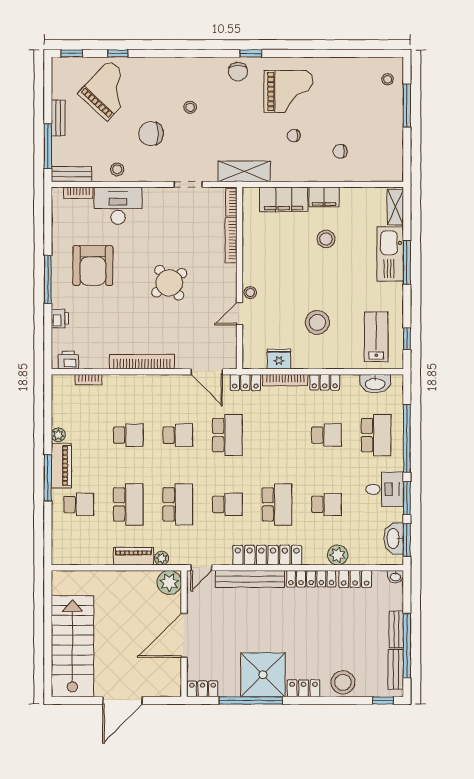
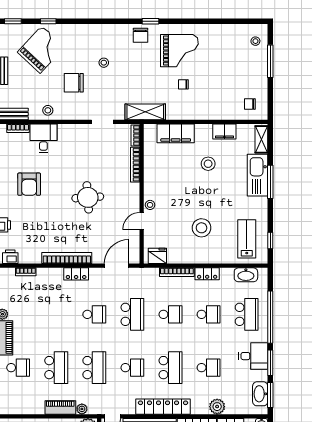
chair: (340, 151) -> (250, 104), moved
filing cabinet: (324, 197) -> (224, 132), moved
desk: (118, 206) -> (43, 138), width x0.73
armchair: (93, 266) -> (29, 184), width x0.73, depth x0.73
round table: (169, 283) -> (88, 197), turned 33
fridge: (279, 359) -> (157, 256), moved
door: (207, 372) -> (117, 266), swing flipped
locker: (245, 382) -> (76, 274), moved
school desk: (128, 435) -> (170, 314), moved

